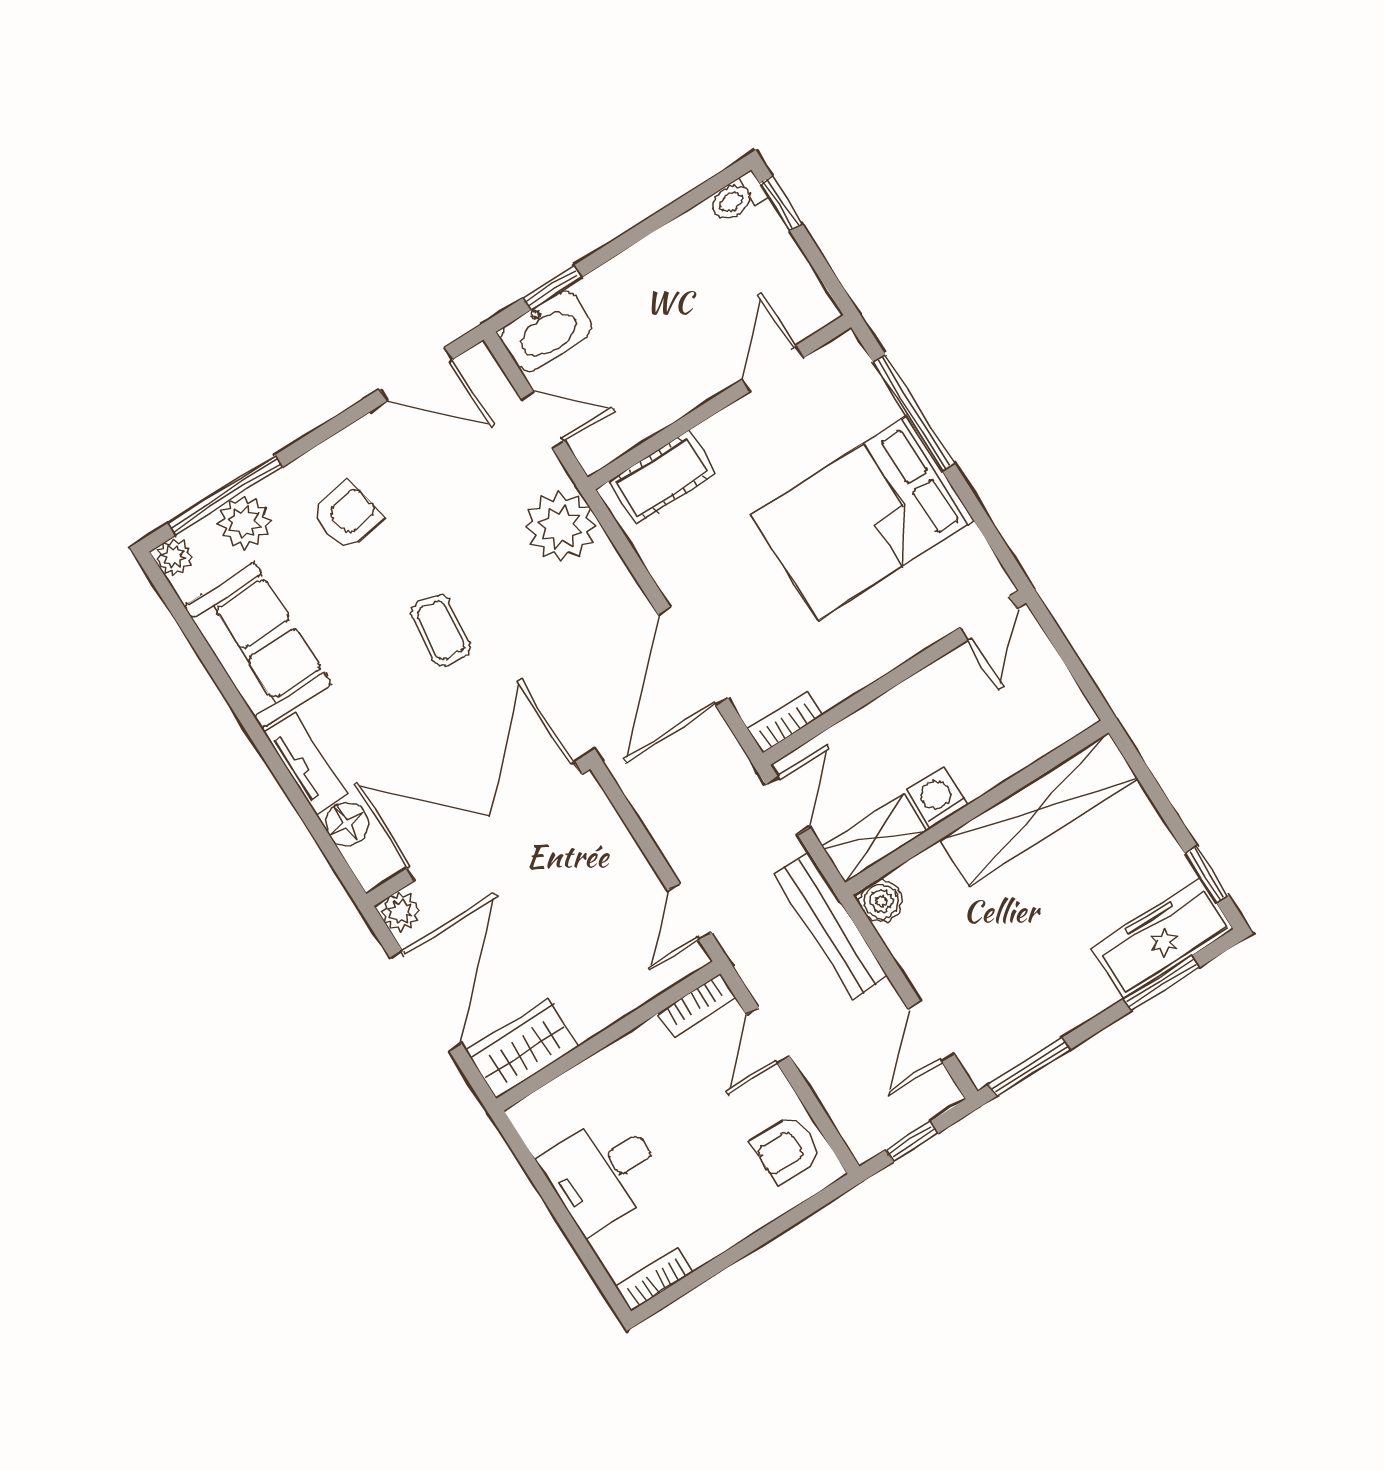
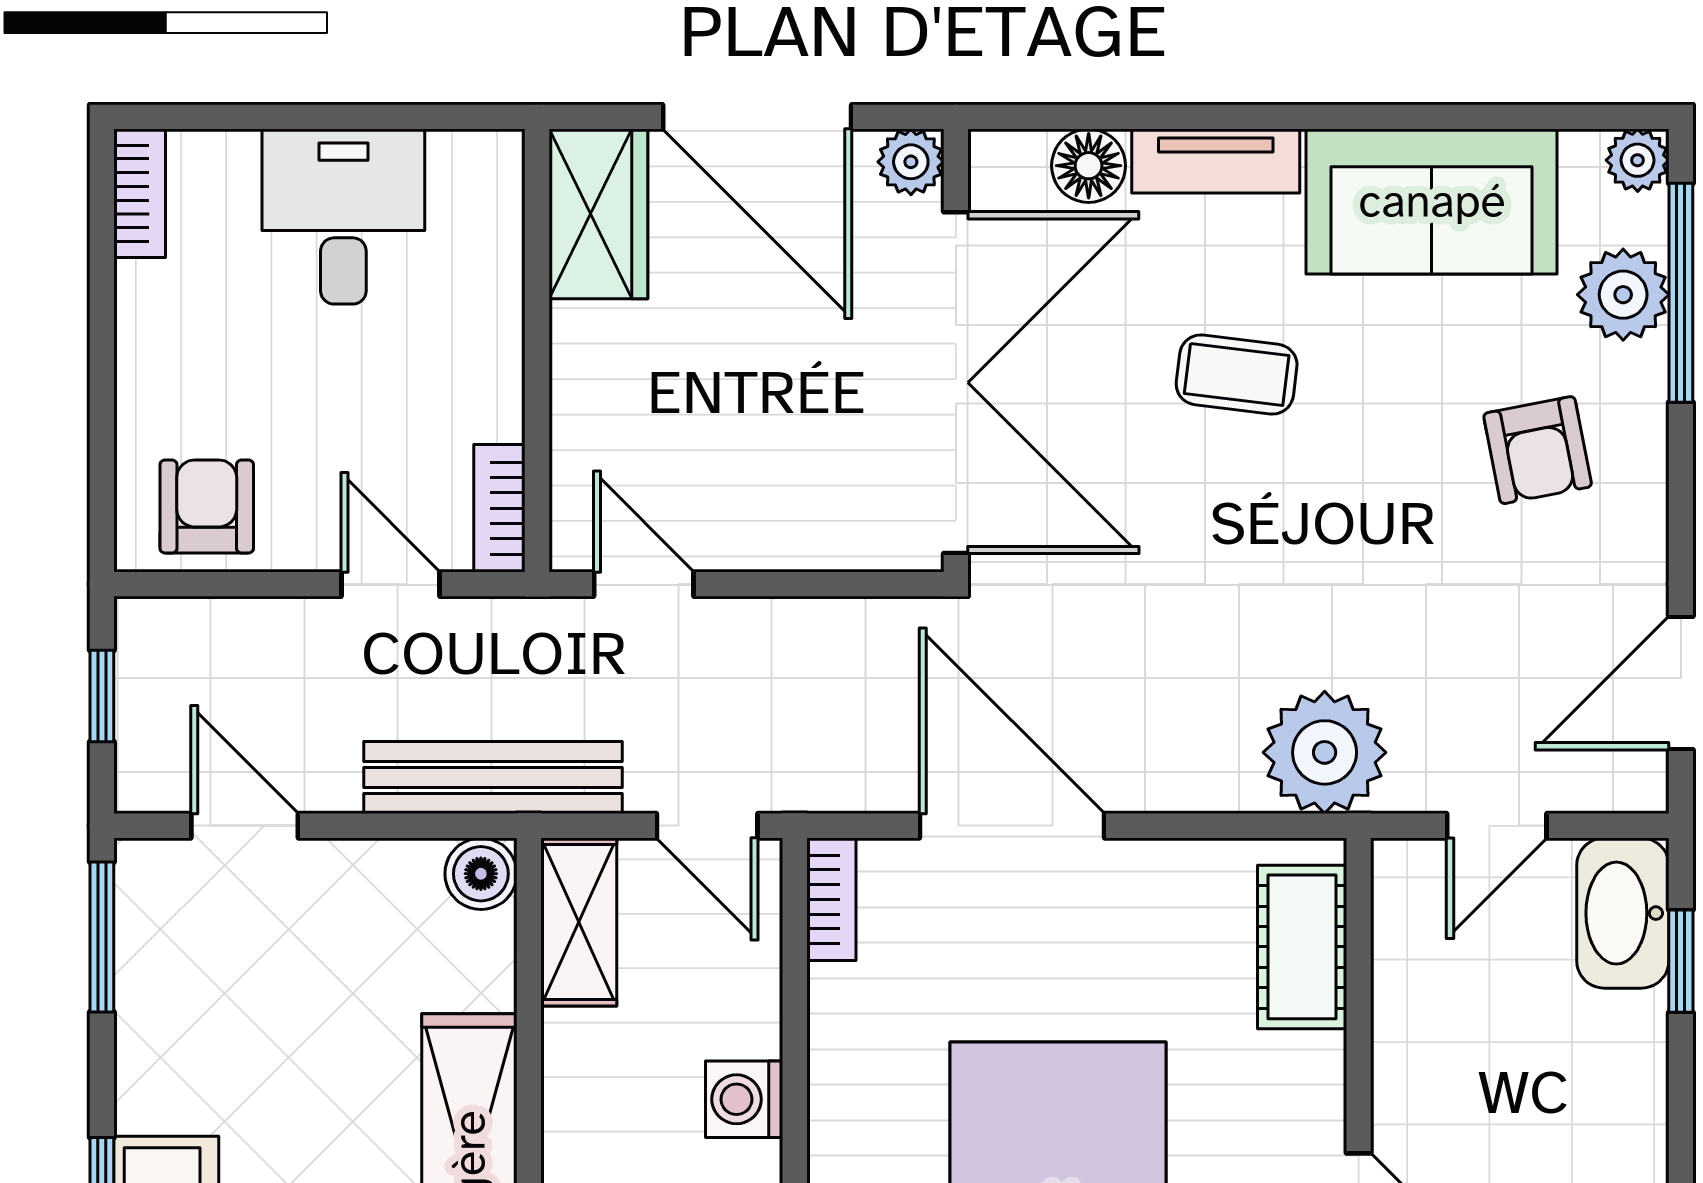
coffee table: (441, 630) -> (1237, 375), moved
washing machine: (937, 798) -> (744, 1099), moved, turned 180

